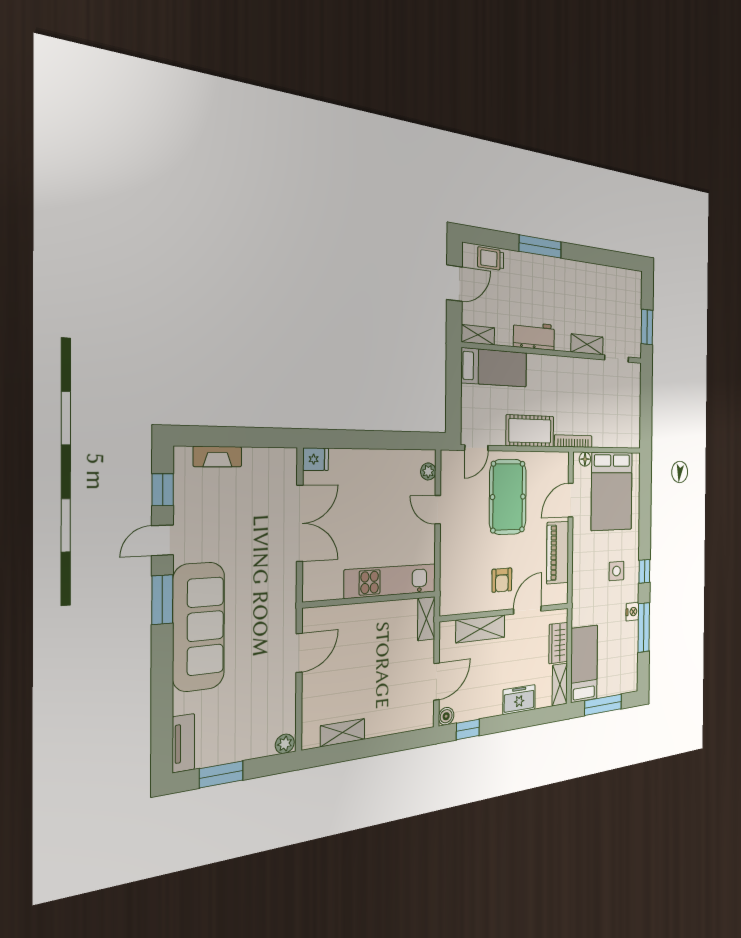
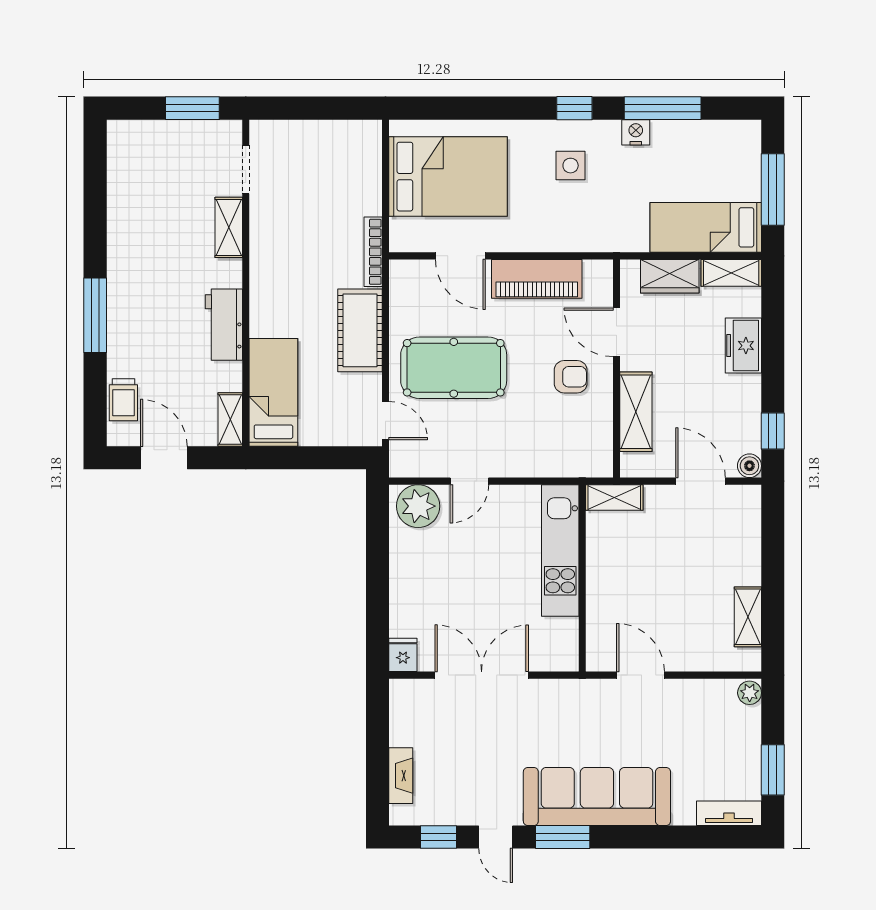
floor lamp: (585, 459) -> (400, 229), removed
plant: (428, 471) -> (418, 506), width x1.87, depth x1.87

